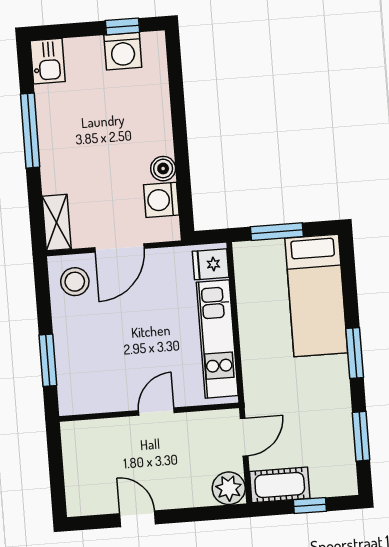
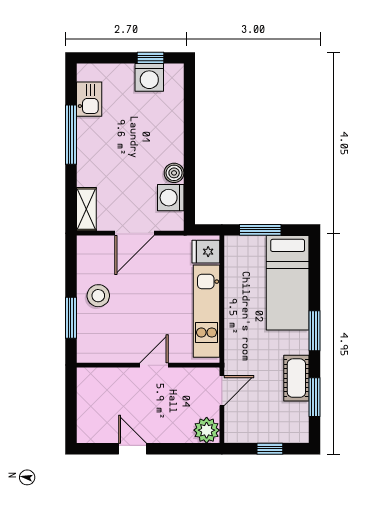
kitchen sink: (48, 61) -> (89, 99), moved
stool: (75, 282) -> (98, 296), moved
cot: (280, 485) -> (296, 378), moved, turned 90

